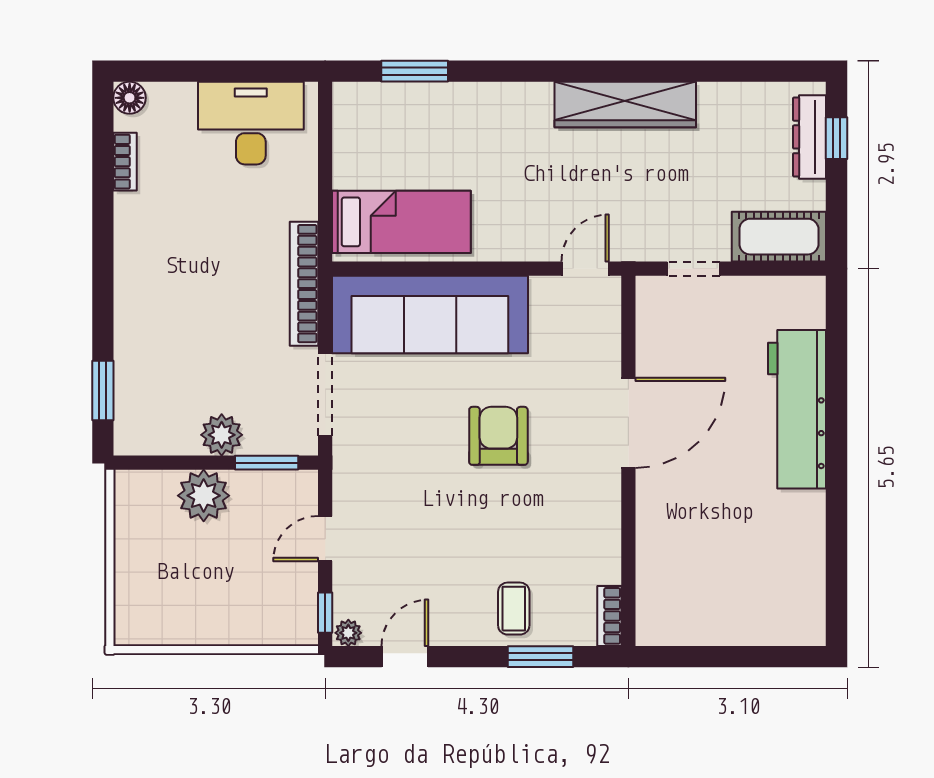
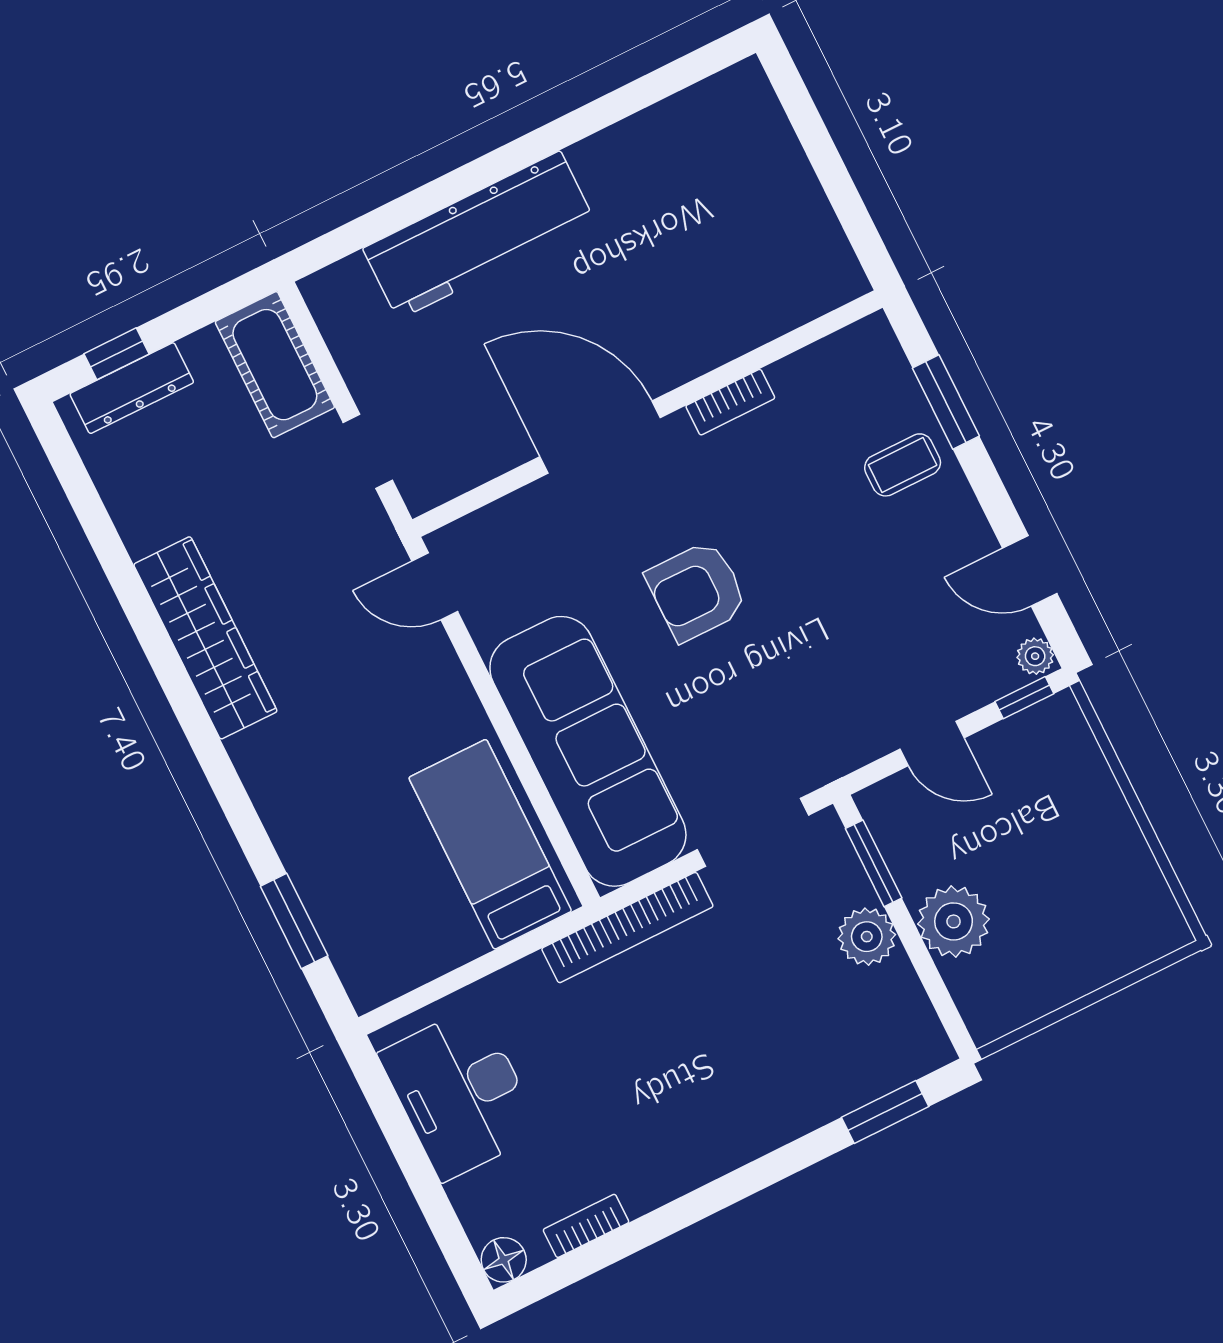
bookcase: (609, 616) -> (730, 402), moved

